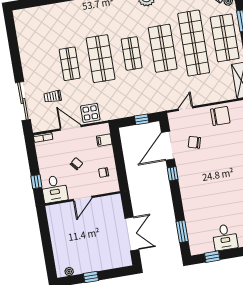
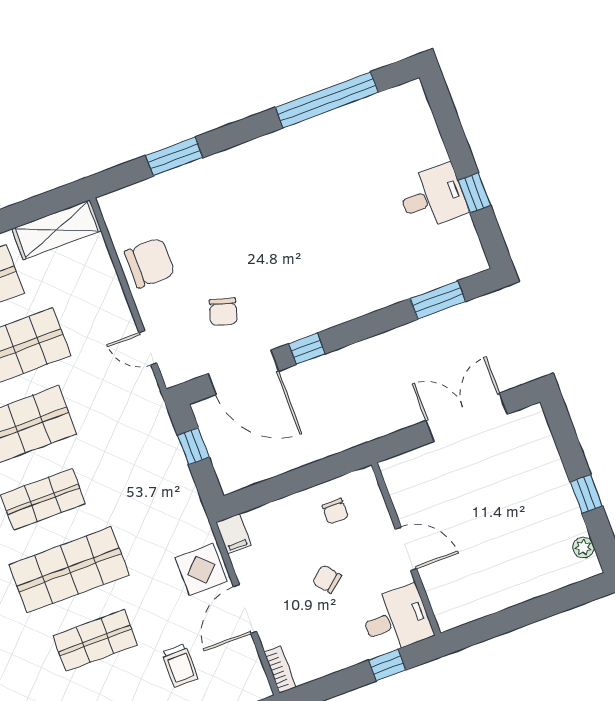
chair: (220, 116) -> (150, 263), turned 90
filing cabinet: (104, 140) -> (234, 534), moved
window: (212, 257) -> (474, 193), moved

